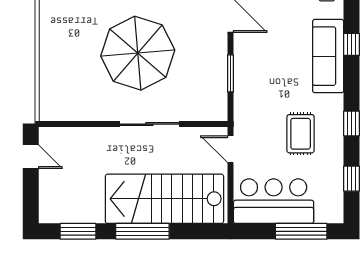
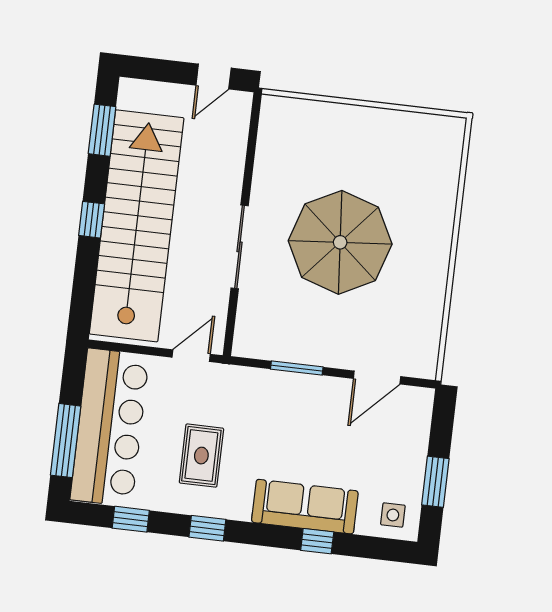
rug: (301, 134) -> (201, 456), turned 90
stairs: (164, 199) -> (137, 226), width x1.36
bar counter: (274, 201) -> (110, 427), width x1.36
window: (142, 231) -> (92, 220), width x0.46

